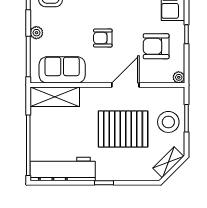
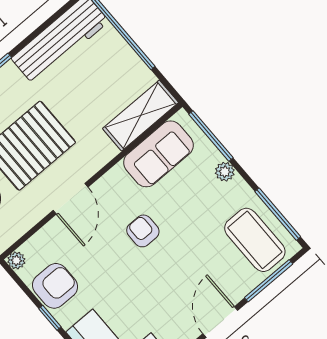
armchair: (103, 38) -> (143, 231), turned -90
armchair: (156, 46) -> (55, 286), moved

